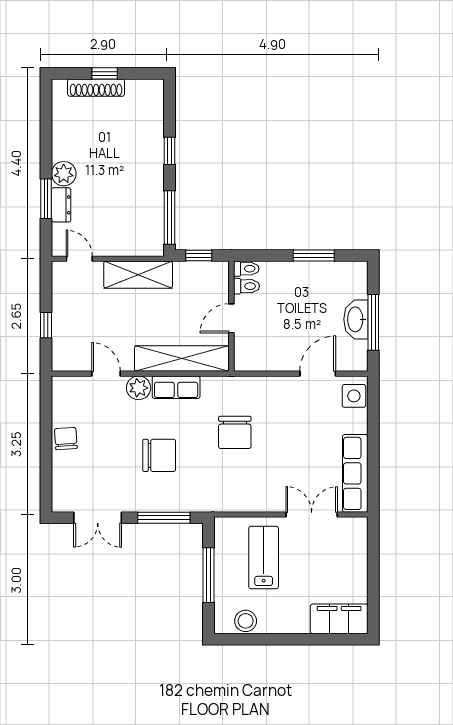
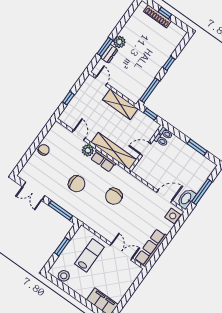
washbasin: (356, 319) -> (186, 199), moved
window: (209, 575) -> (62, 247), width x0.69

